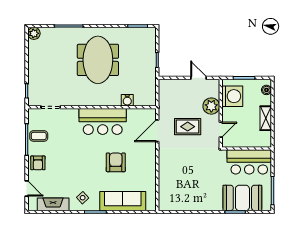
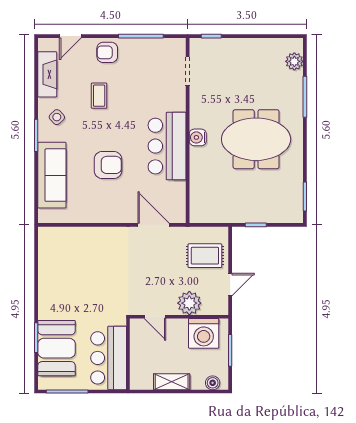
plant: (34, 33) -> (294, 61), moved
water cooler: (127, 100) -> (198, 137), moved
rug: (188, 127) -> (205, 256), moved, turned 90
coffee table: (39, 136) -> (99, 96), moved

